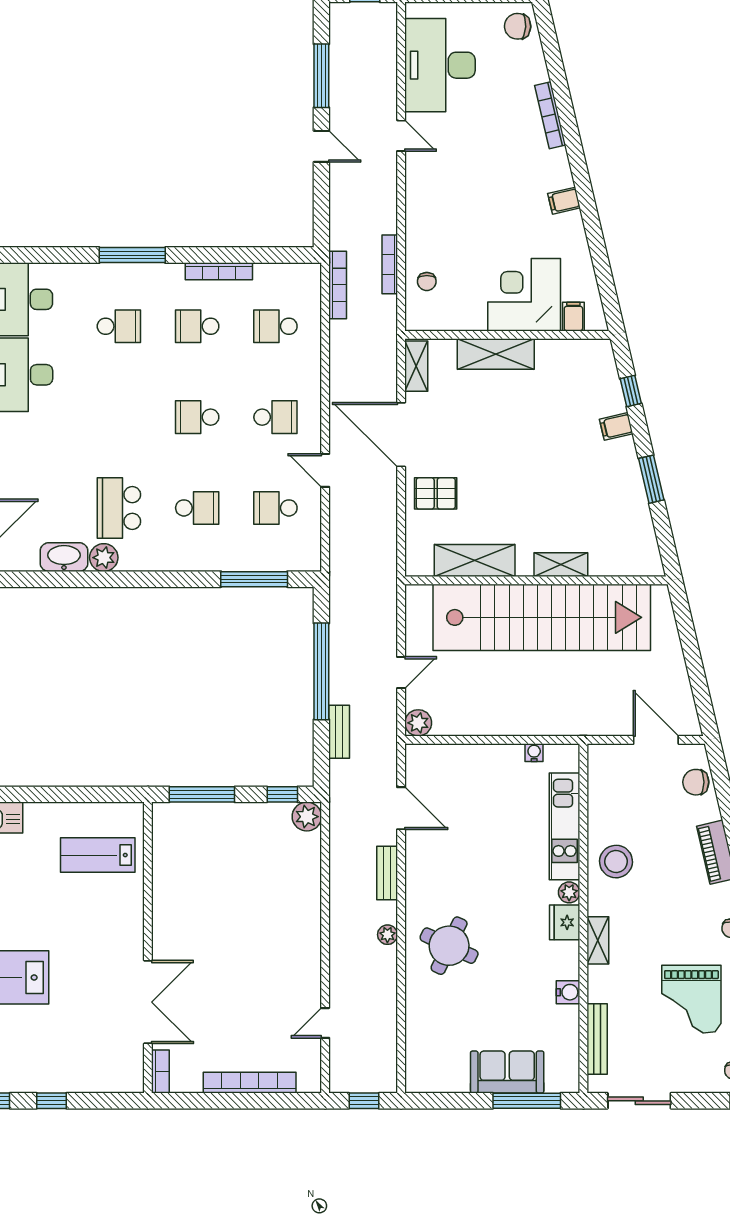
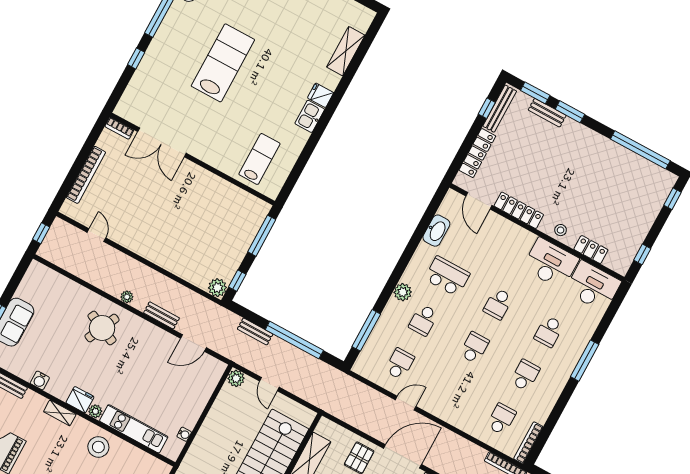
bookcase: (219, 271) -> (528, 443), moved
school desk: (275, 417) -> (498, 304), moved
plant: (104, 558) -> (403, 292), moved

